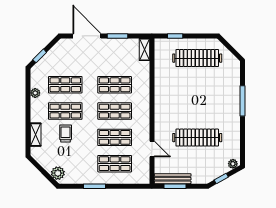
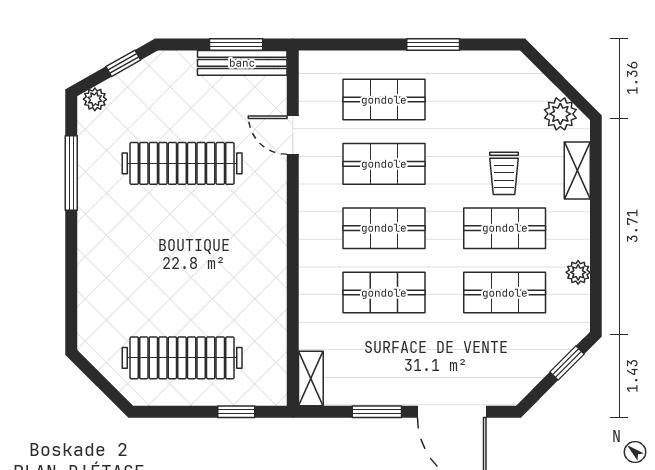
window: (242, 101) -> (71, 173), moved
plant: (58, 173) -> (560, 114), moved

